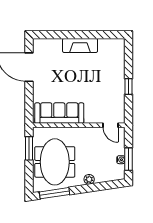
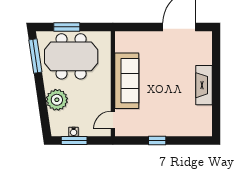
sofa: (59, 113) -> (127, 81), moved
window: (29, 148) -> (67, 27), moved
plant: (89, 179) -> (57, 100), width x1.88, depth x1.88

